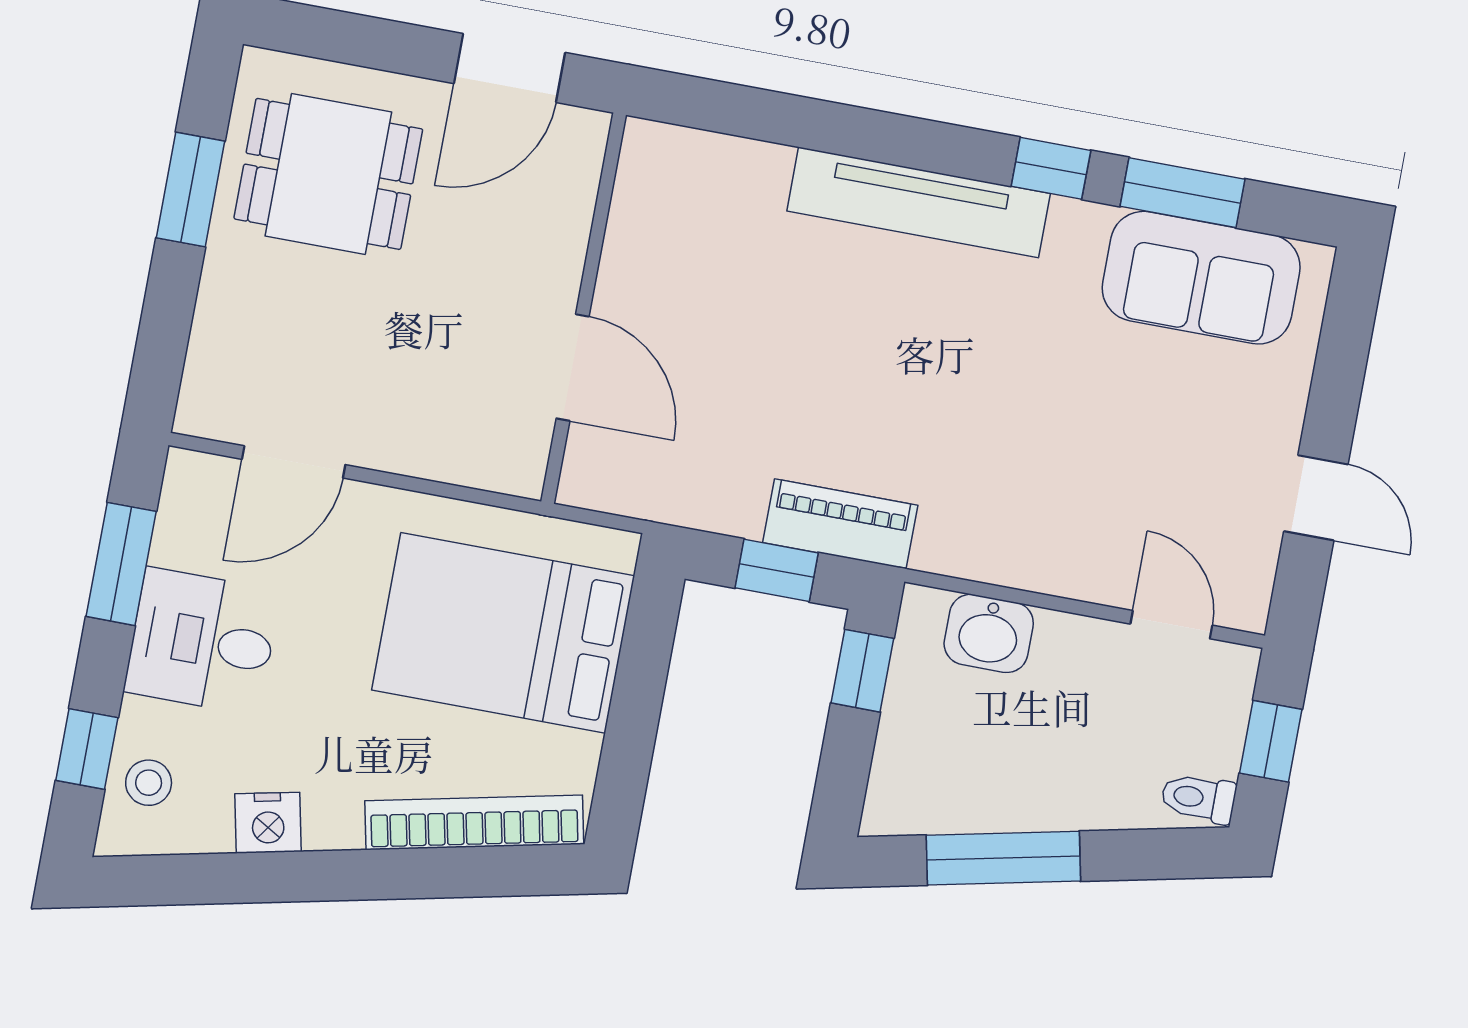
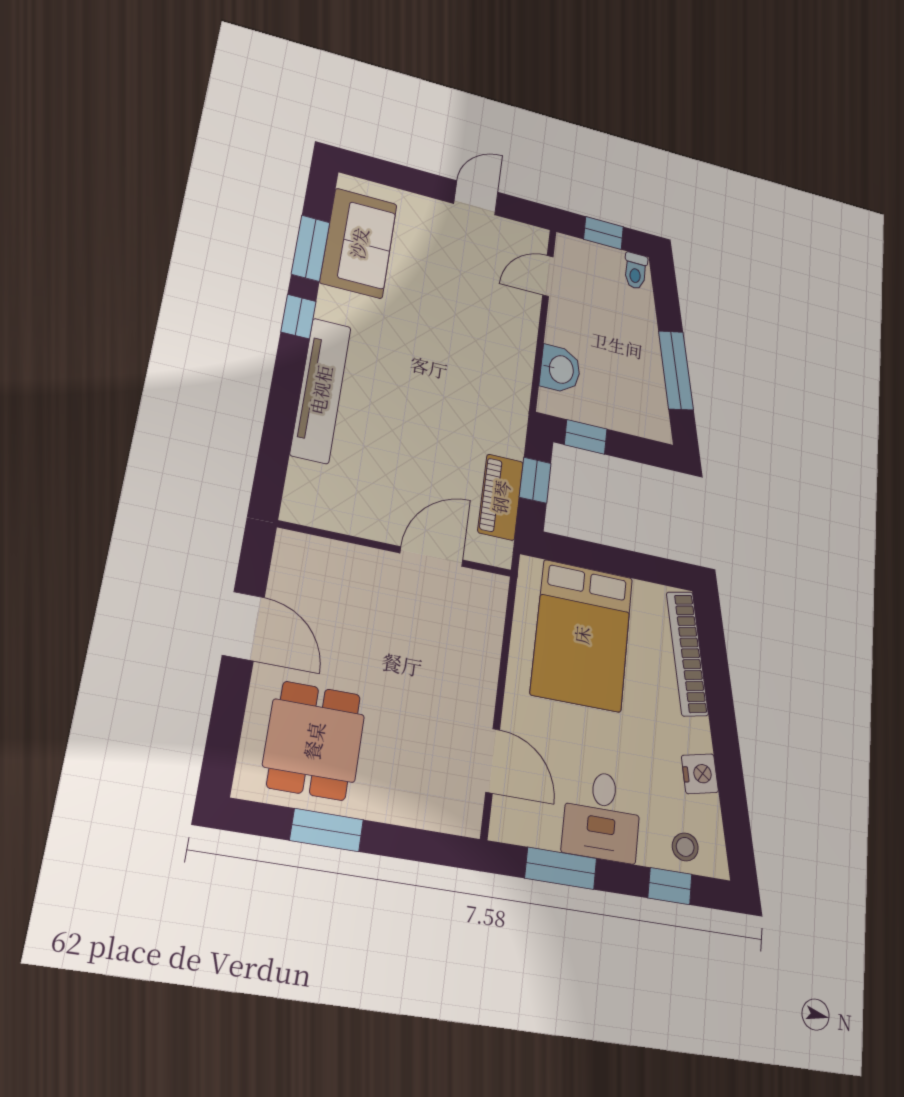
wall: (584, 308) -> (396, 549), moved
door: (573, 367) -> (432, 556), moved
piano: (840, 524) -> (501, 497), moved

